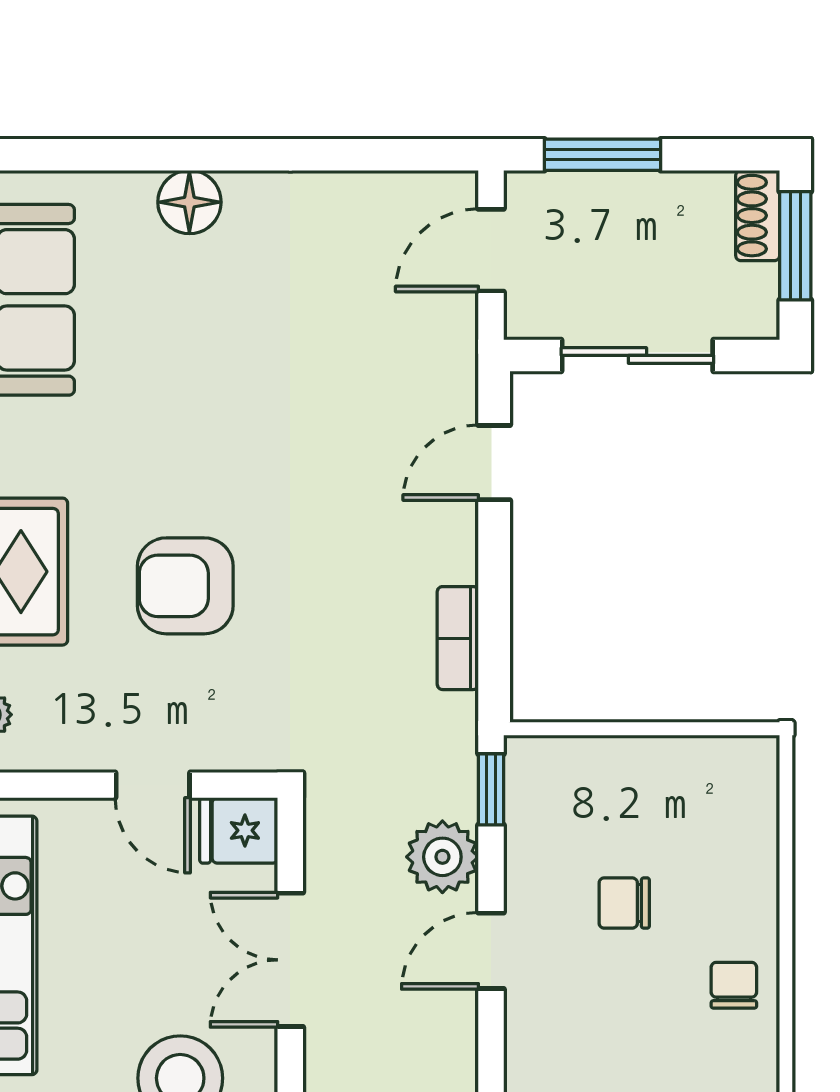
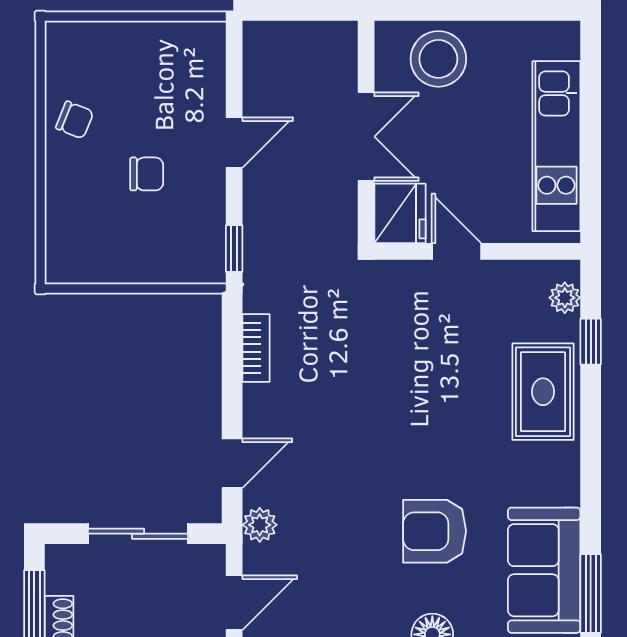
armchair: (185, 586) -> (435, 531), moved, turned 180
fridge: (239, 830) -> (400, 213), width x1.38
plant: (442, 857) -> (260, 525), moved, width x0.73, depth x0.73
chair: (734, 985) -> (75, 120), turned -68

